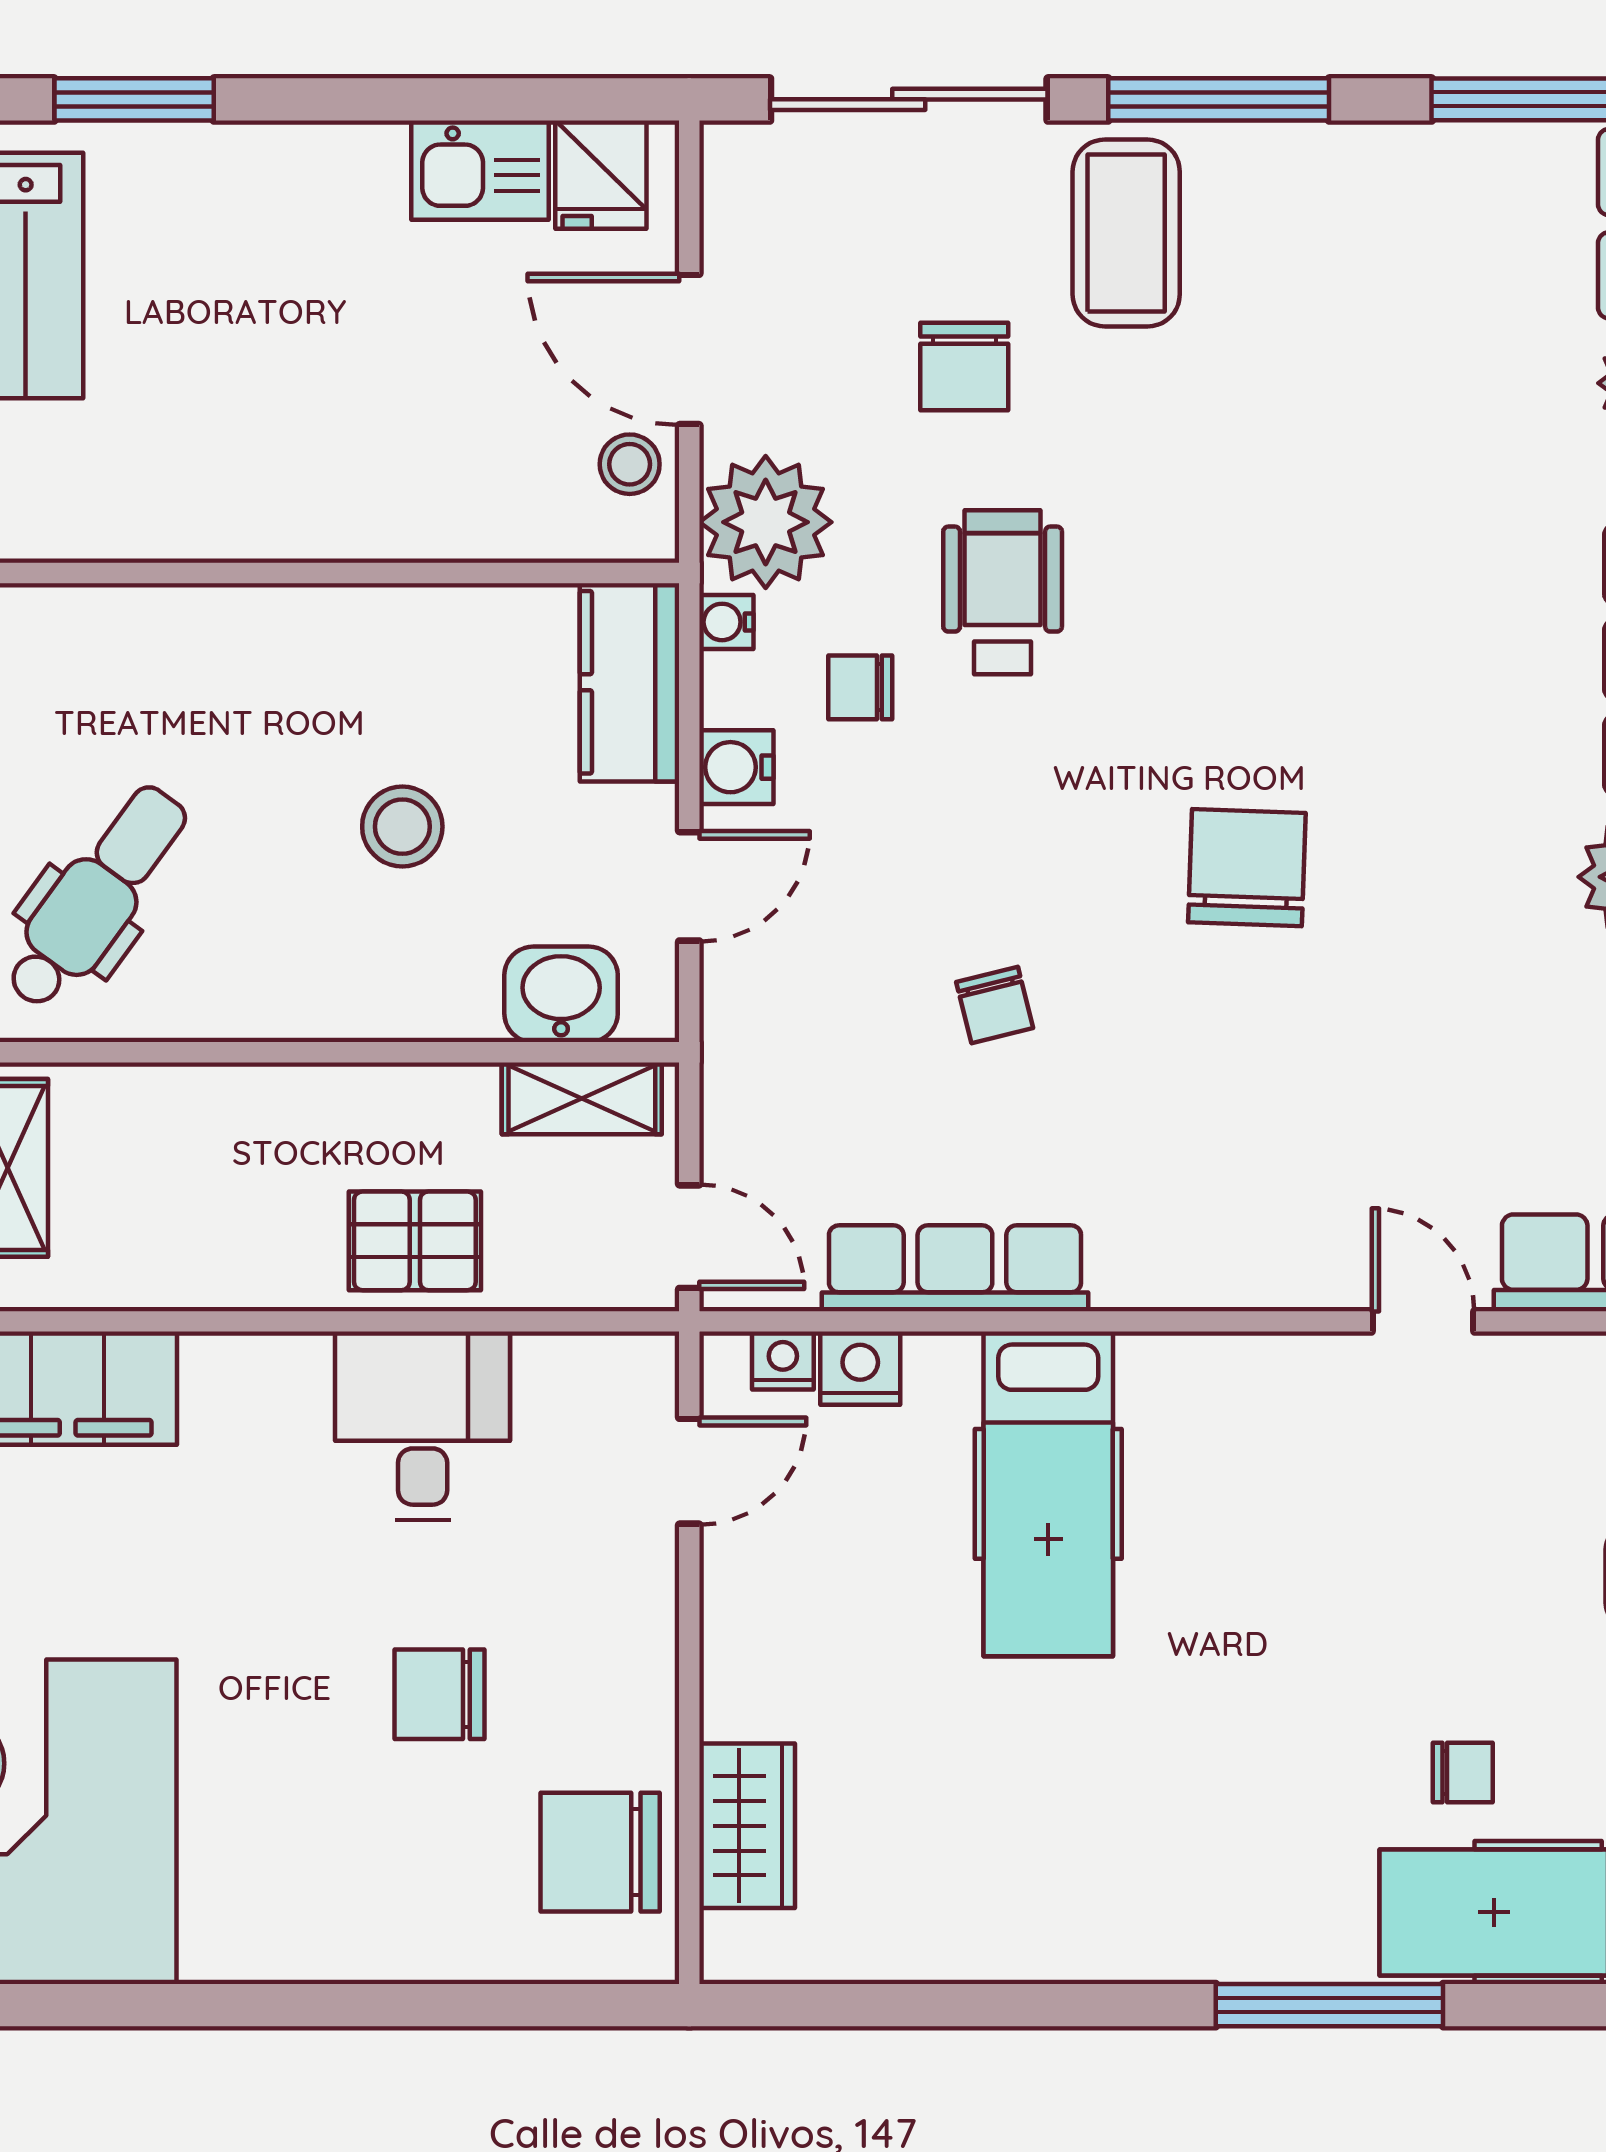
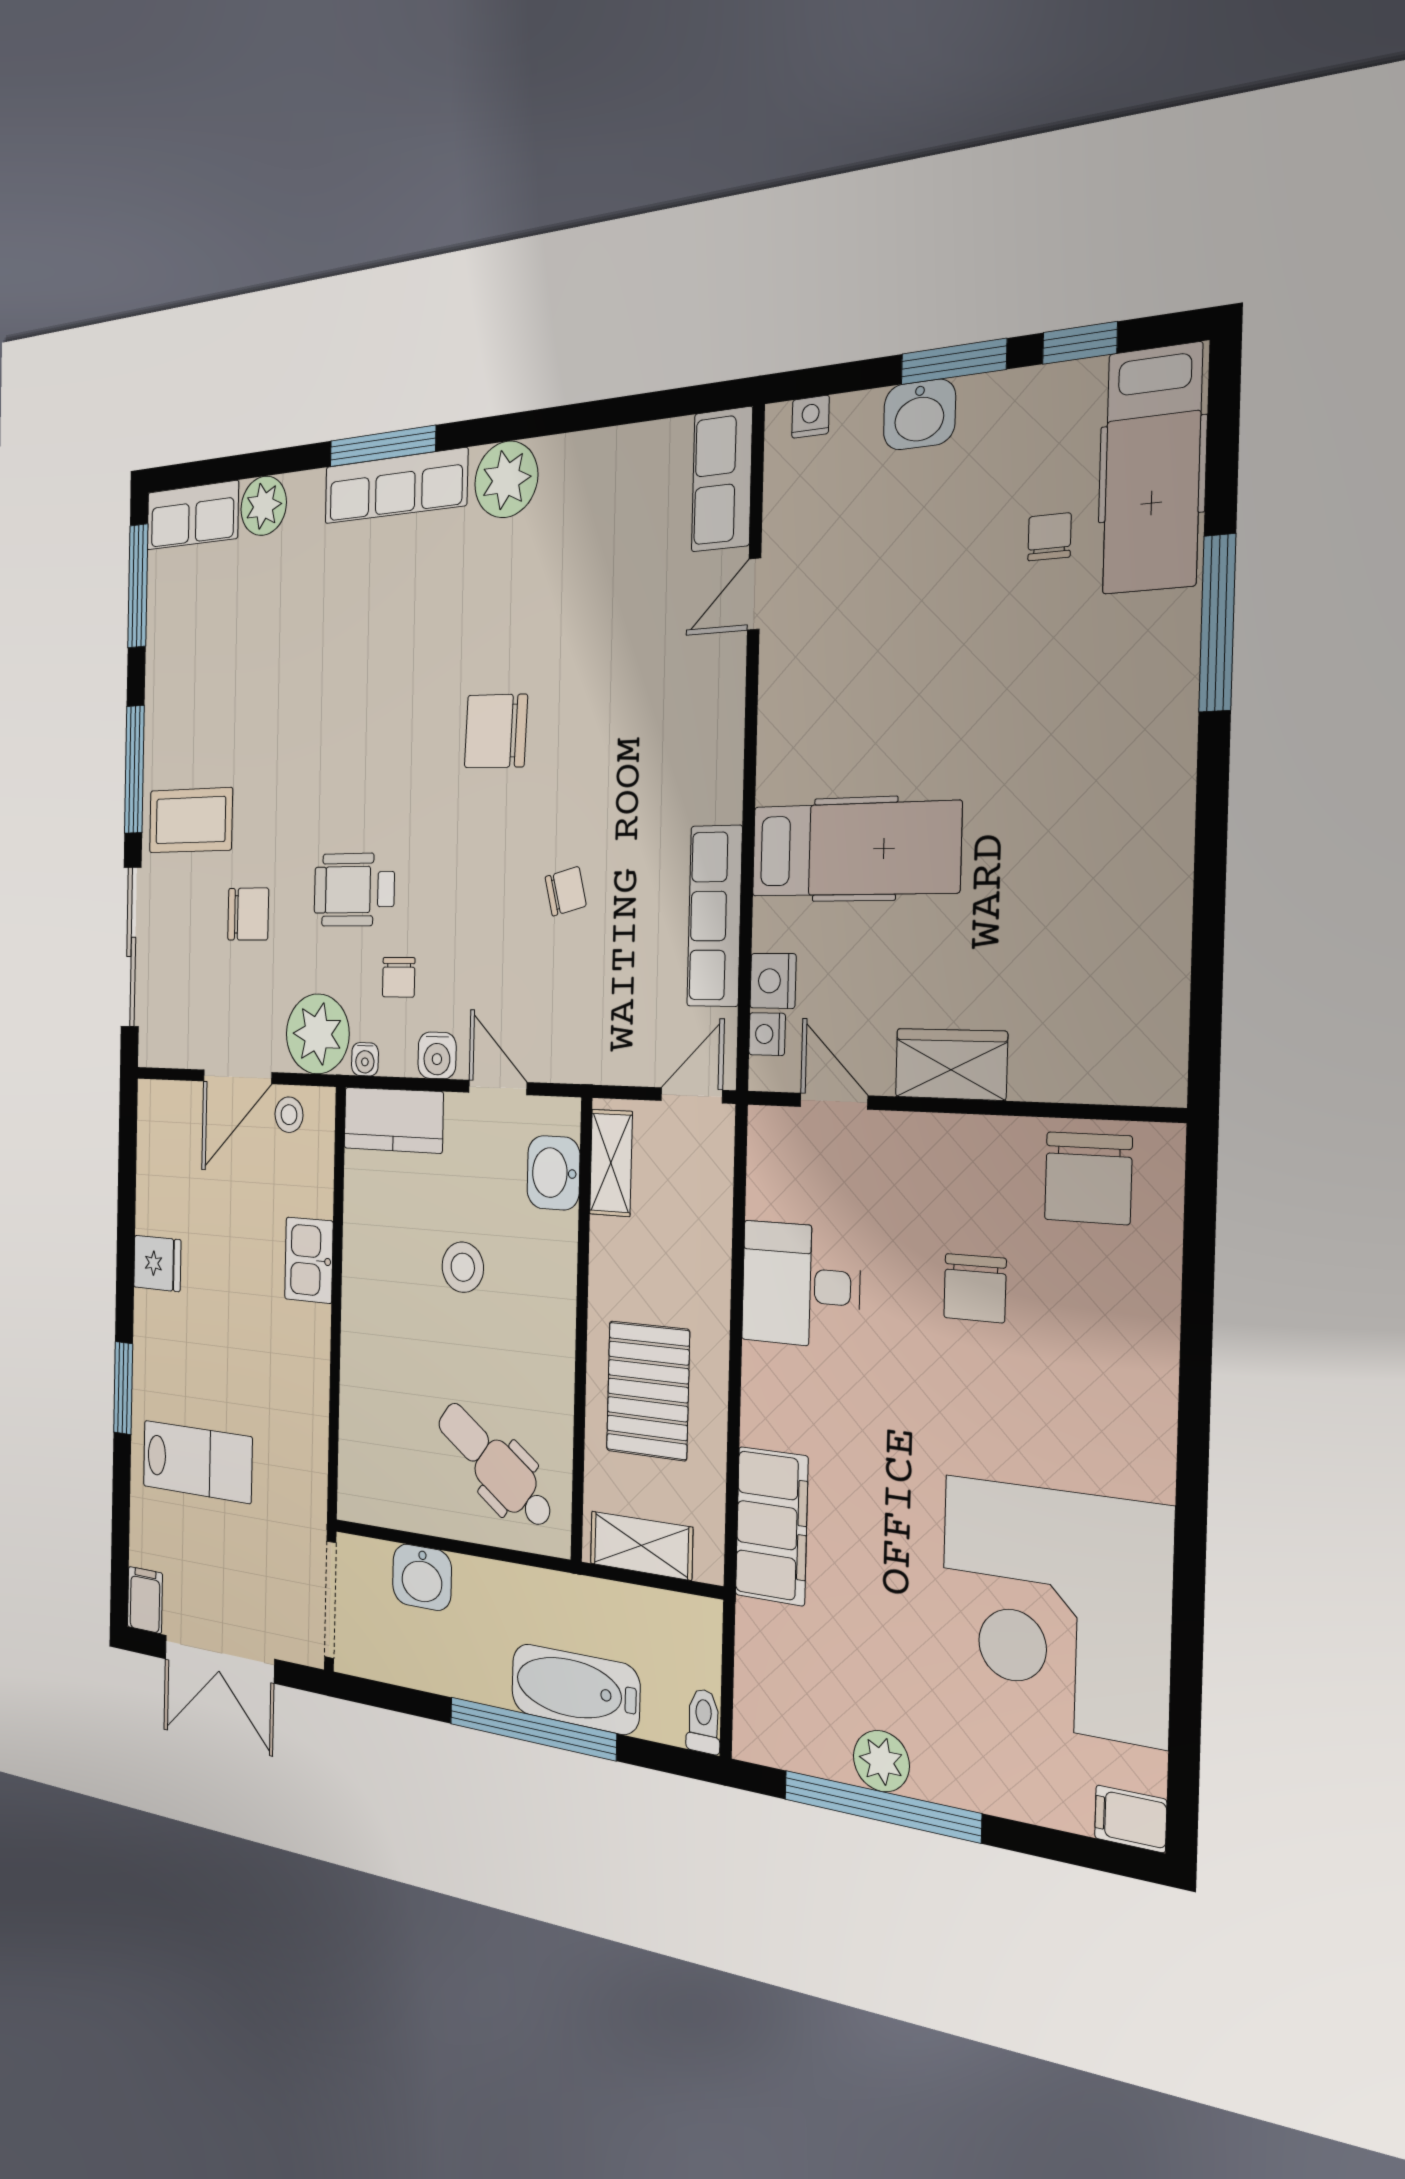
kitchen sink: (480, 170) -> (309, 1260), moved, turned 180
fridge: (601, 175) -> (157, 1263), moved
pallet: (415, 1241) -> (648, 1390), moved, width x1.50, depth x1.42
wardrobe: (747, 1826) -> (951, 1064), moved

